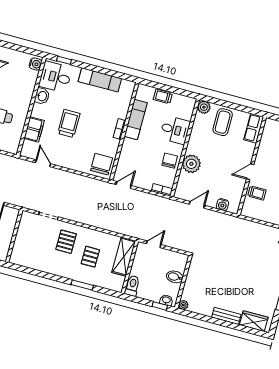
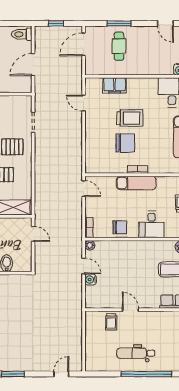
washbasin: (42, 96) -> (150, 84), removed
exam couch: (136, 120) -> (136, 183), moved
door: (43, 163) -> (84, 103), swing flipped
chair: (102, 164) -> (125, 143), moved
plant: (191, 164) -> (90, 245), moved, width x0.53, depth x0.53
water cooler: (223, 205) -> (90, 280), moved

